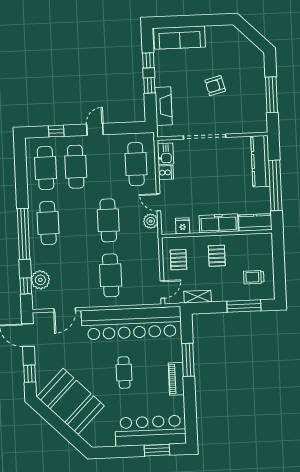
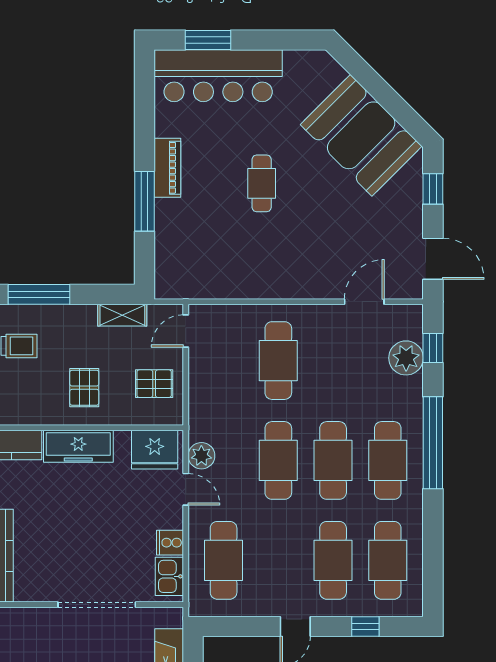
cafe table: (78, 222) -> (333, 460), added
fridge: (183, 226) -> (155, 450), width x1.88, depth x1.34
pallet: (178, 260) -> (154, 384), turned 90
bar counter: (131, 323) -> (244, 272), removed

